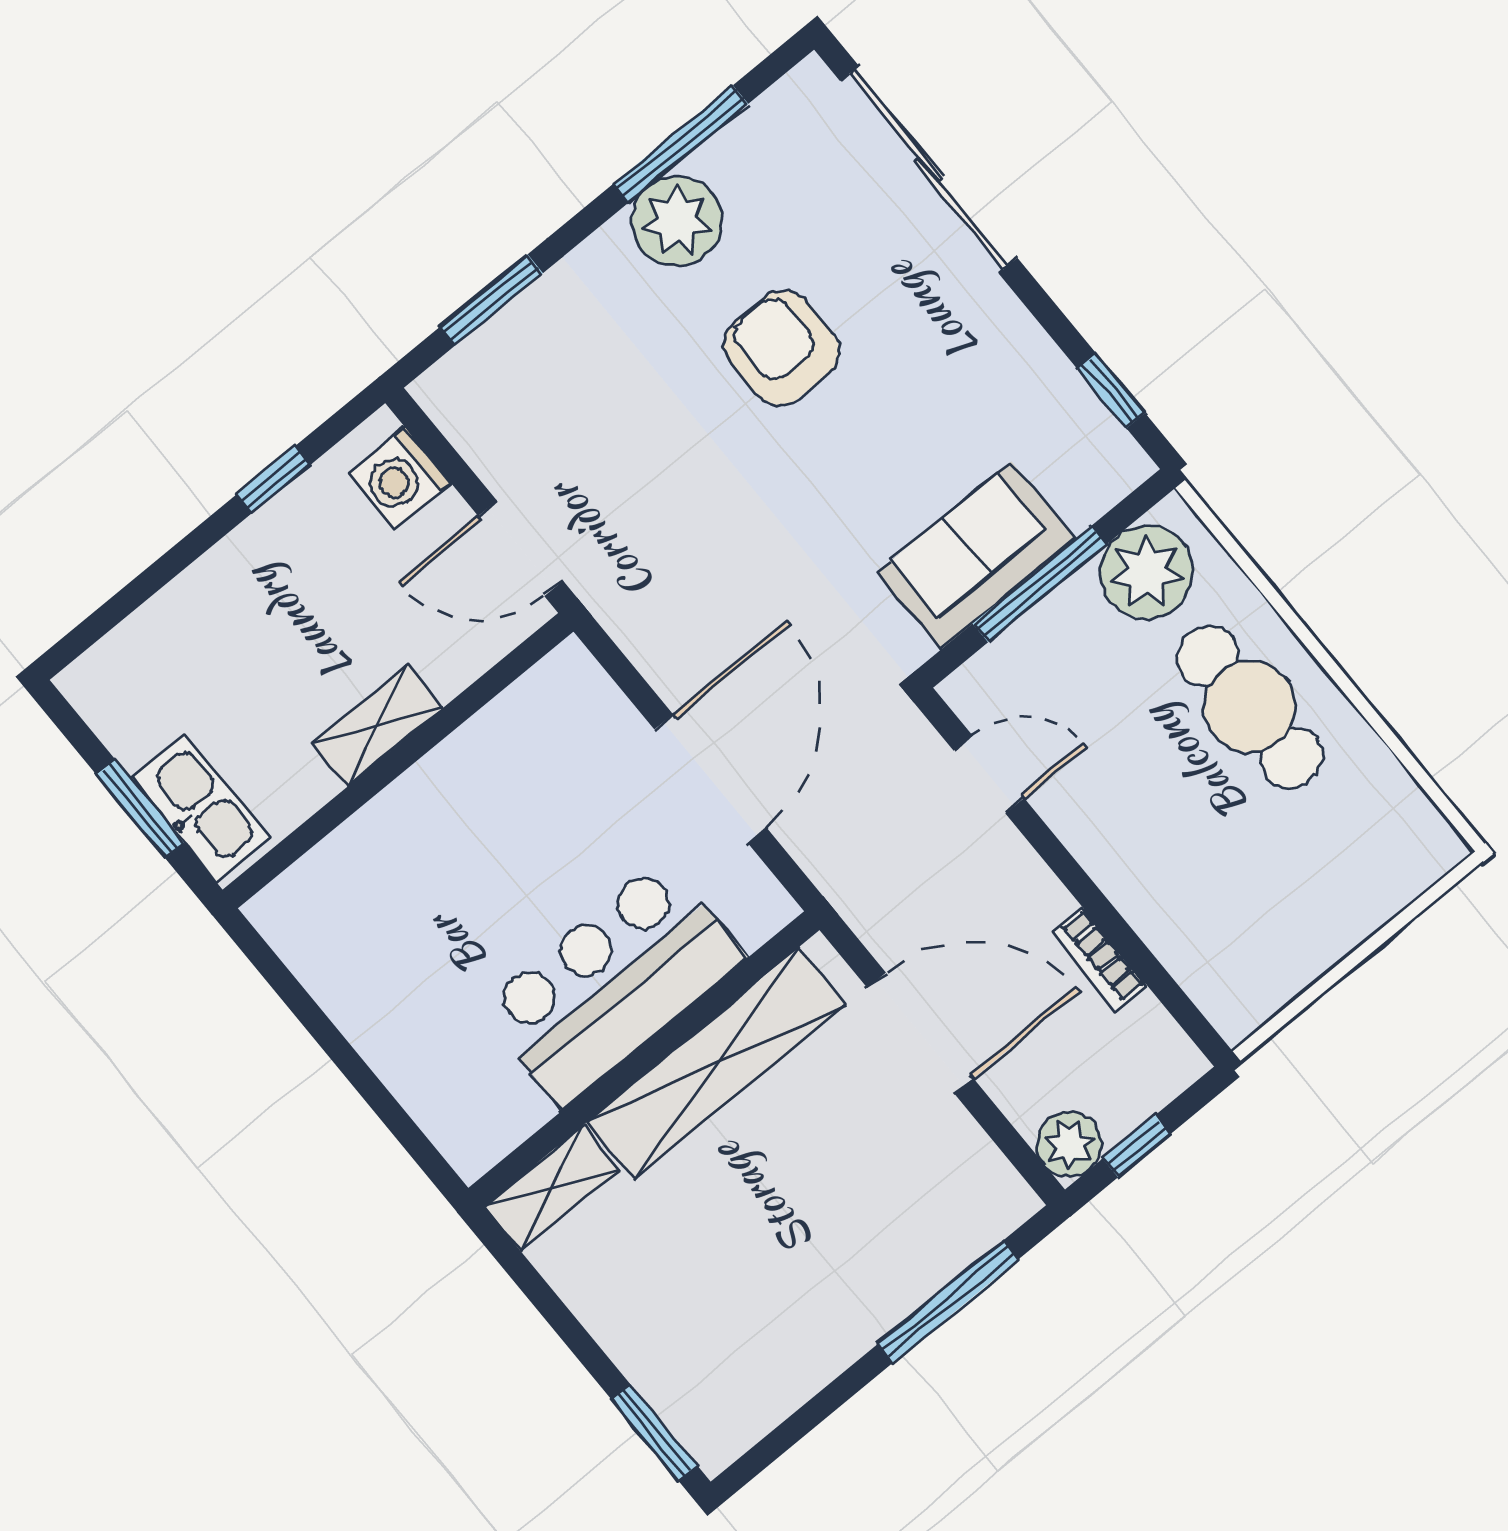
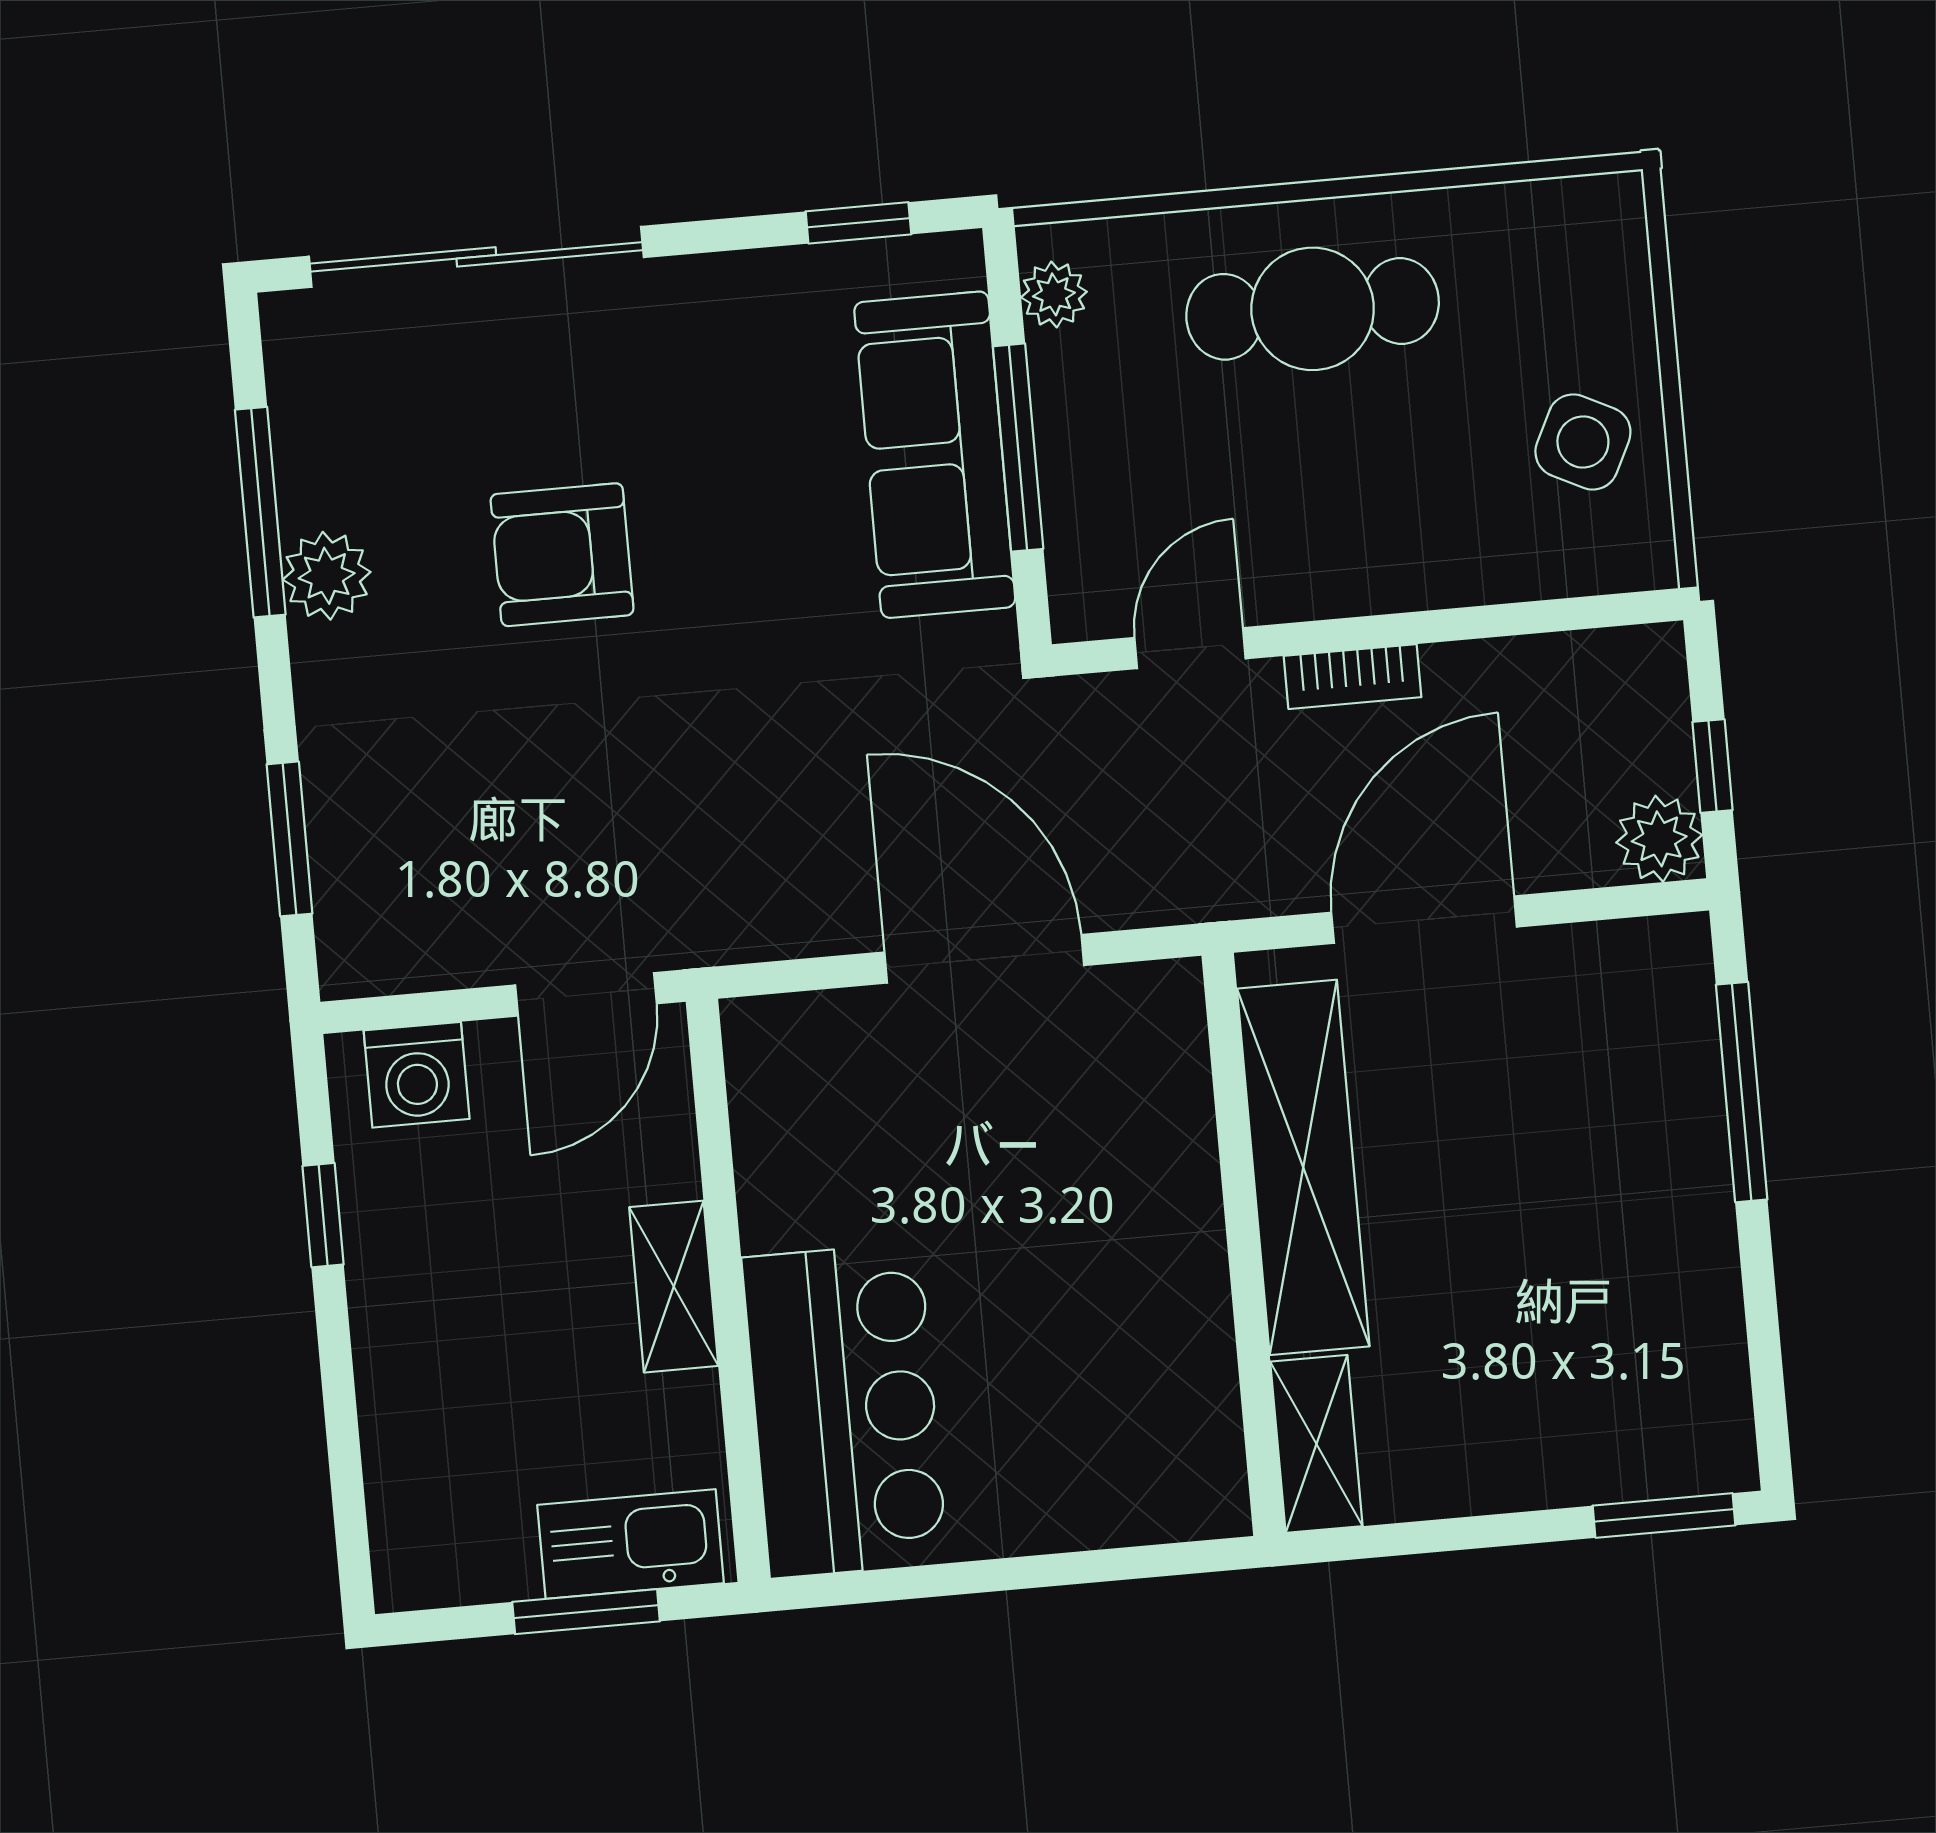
plant: (677, 221) -> (327, 576), width x0.73, depth x0.73
sofa: (976, 556) -> (935, 455), width x1.36
plant: (1146, 572) -> (1054, 294), width x0.53, depth x0.53
side table: (1282, 930) -> (1583, 442), added
bookcase: (1099, 959) -> (1352, 677), moved
bar counter: (613, 983) -> (845, 1410), moved, turned 180

